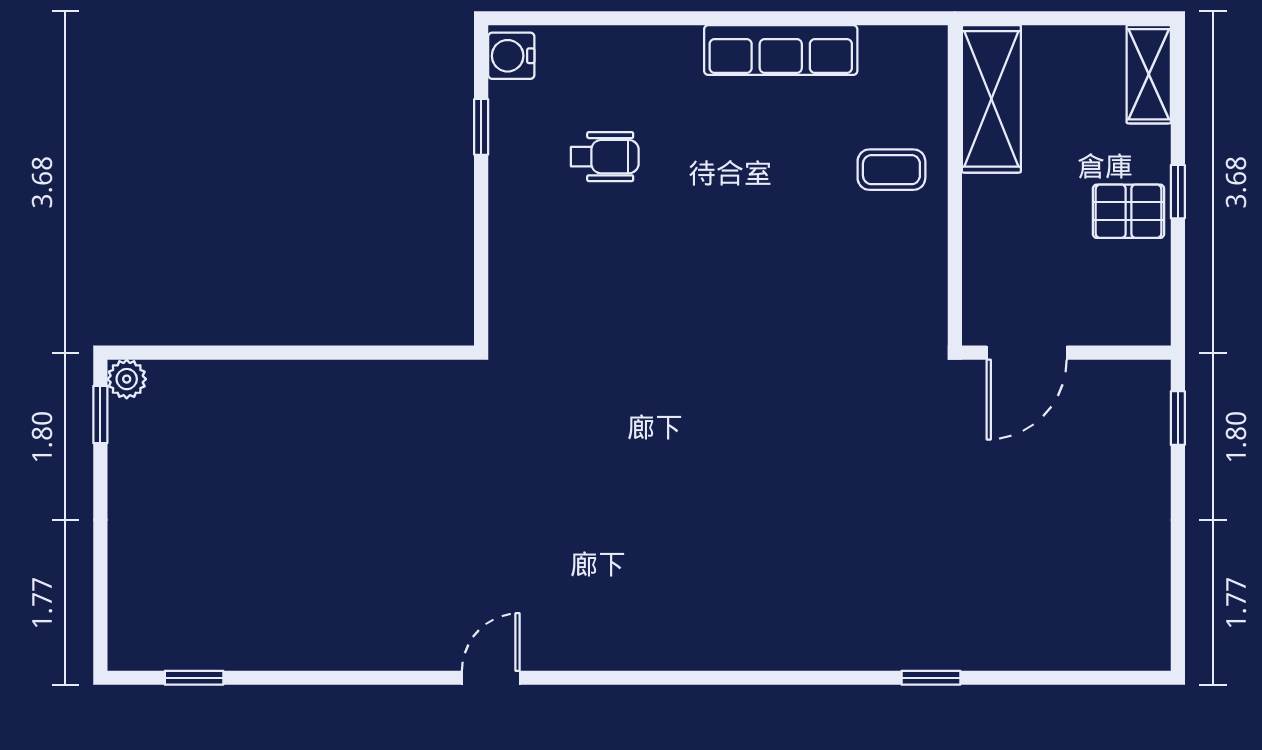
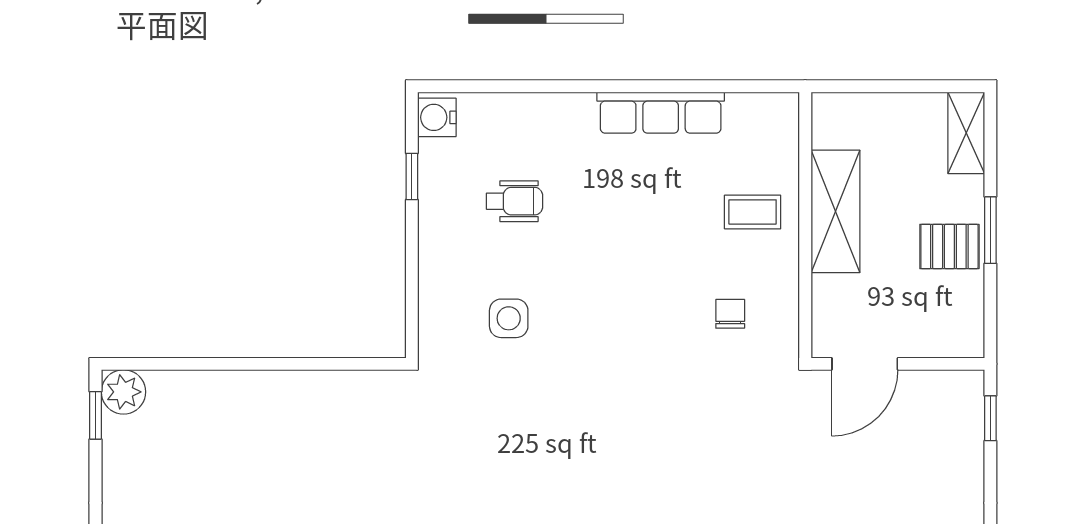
shelving: (991, 99) -> (835, 211), moved
window: (1178, 192) -> (990, 230), width x1.50
chair: (864, 292) -> (730, 314), added
side table: (598, 298) -> (509, 318), added
plant: (127, 379) -> (123, 392), width x1.38, depth x1.38

